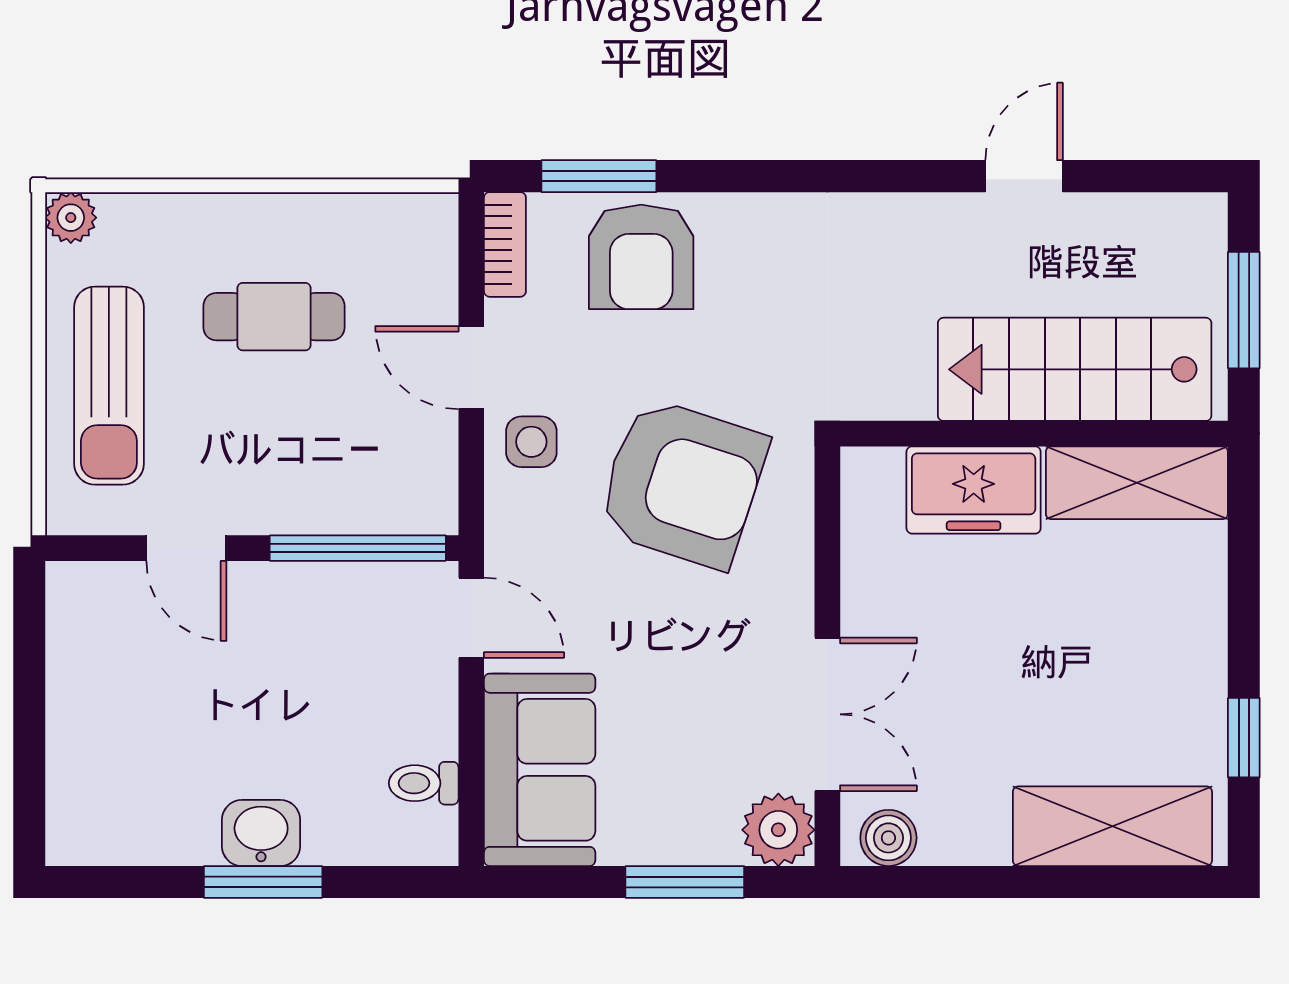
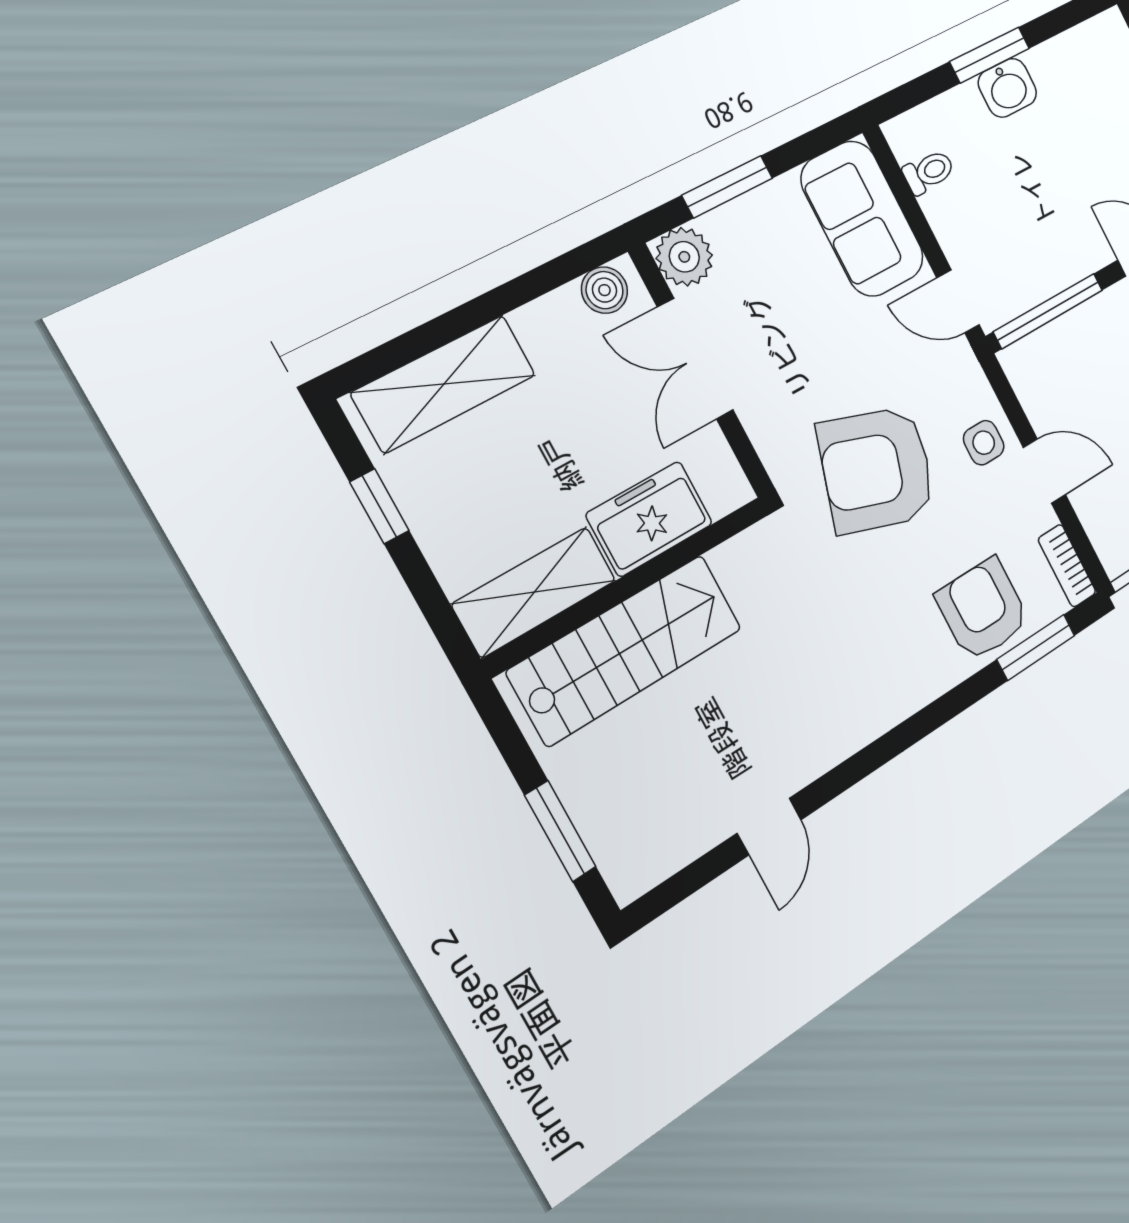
stairs: (1075, 369) -> (626, 650), moved
wall: (1034, 434) -> (629, 585), moved
shelving: (1137, 483) -> (534, 592), moved
freezer: (974, 490) -> (649, 519), moved

